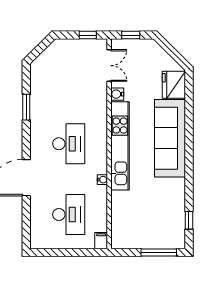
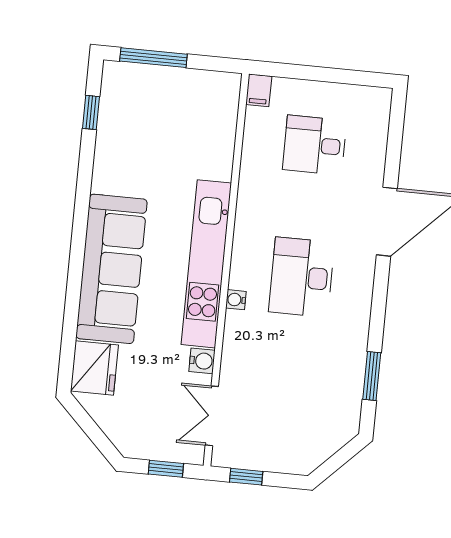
window: (26, 107) -> (372, 376), moved
water cooler: (102, 180) -> (236, 300), moved
desk: (69, 214) -> (315, 145), width x0.73

